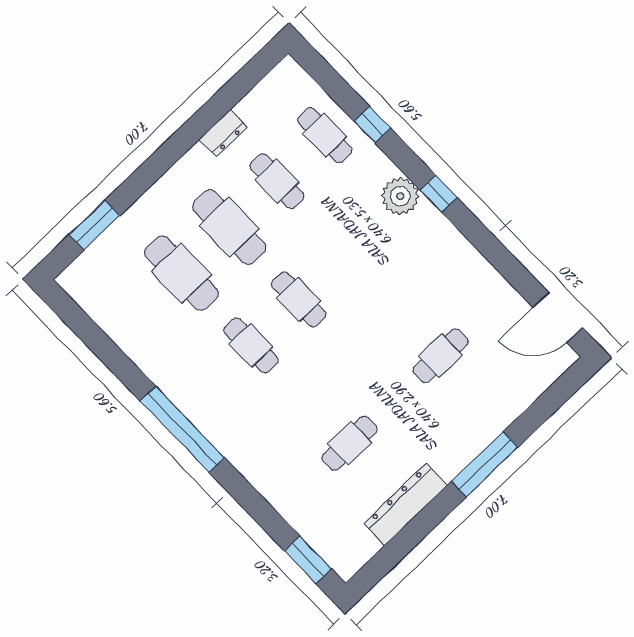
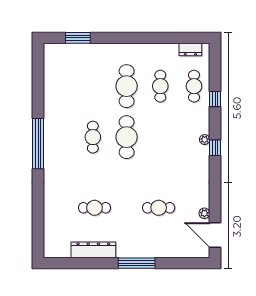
dresser: (223, 133) -> (190, 50), moved
plant: (400, 196) -> (205, 140), width x0.53, depth x0.53
cafe table: (181, 273) -> (93, 86), removed
cafe table: (299, 299) -> (127, 137), width x1.37, depth x1.35
plant: (513, 301) -> (204, 213), added
window: (308, 560) -> (38, 236), removed

